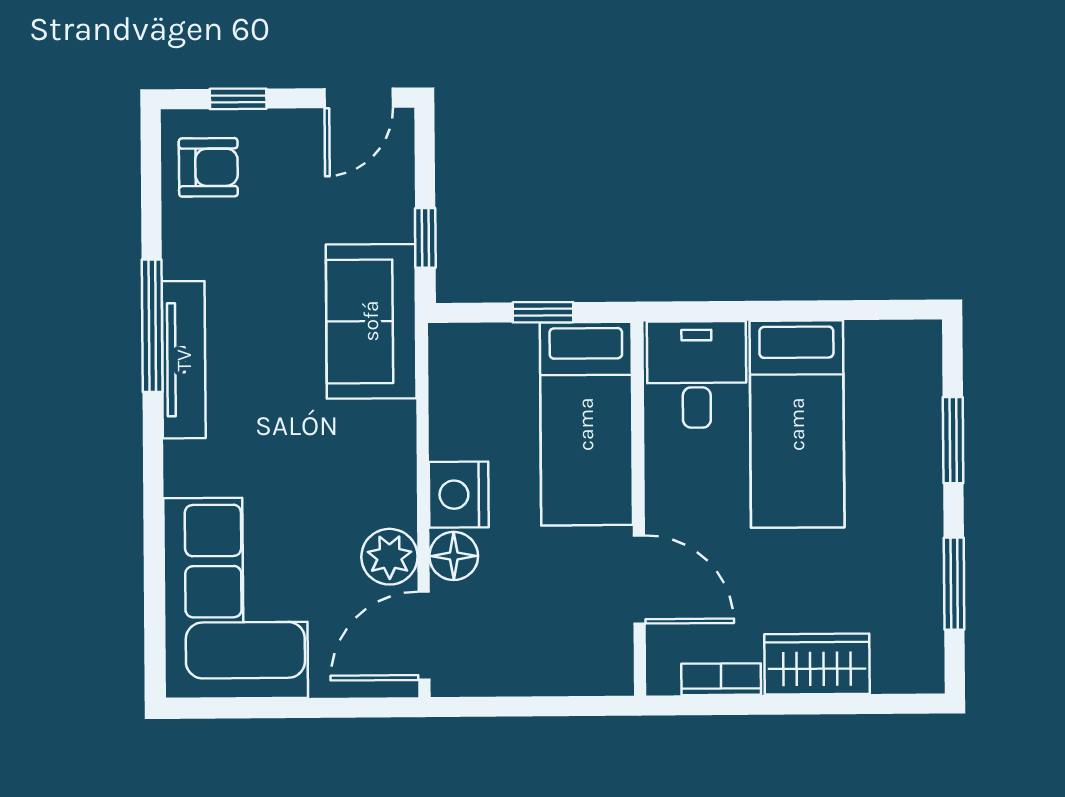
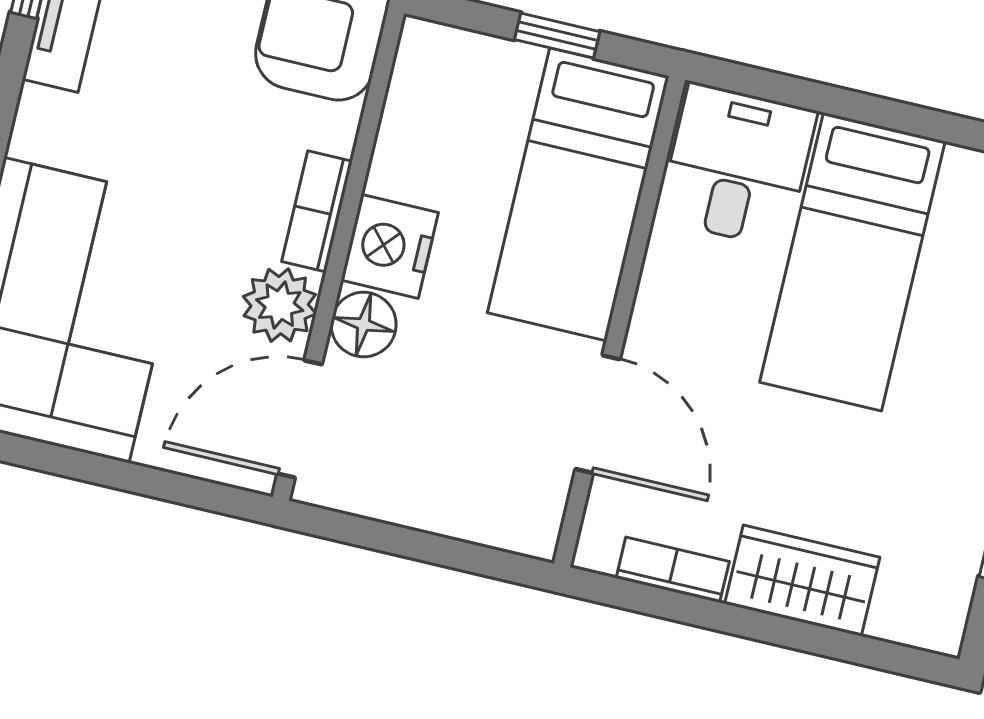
bookcase: (400, 482) -> (317, 211), added

